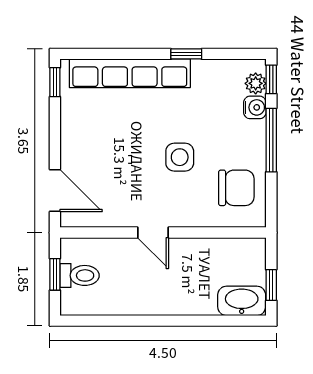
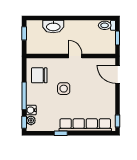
toilet: (80, 275) -> (107, 25), moved
washbasin: (242, 301) -> (53, 27), moved

